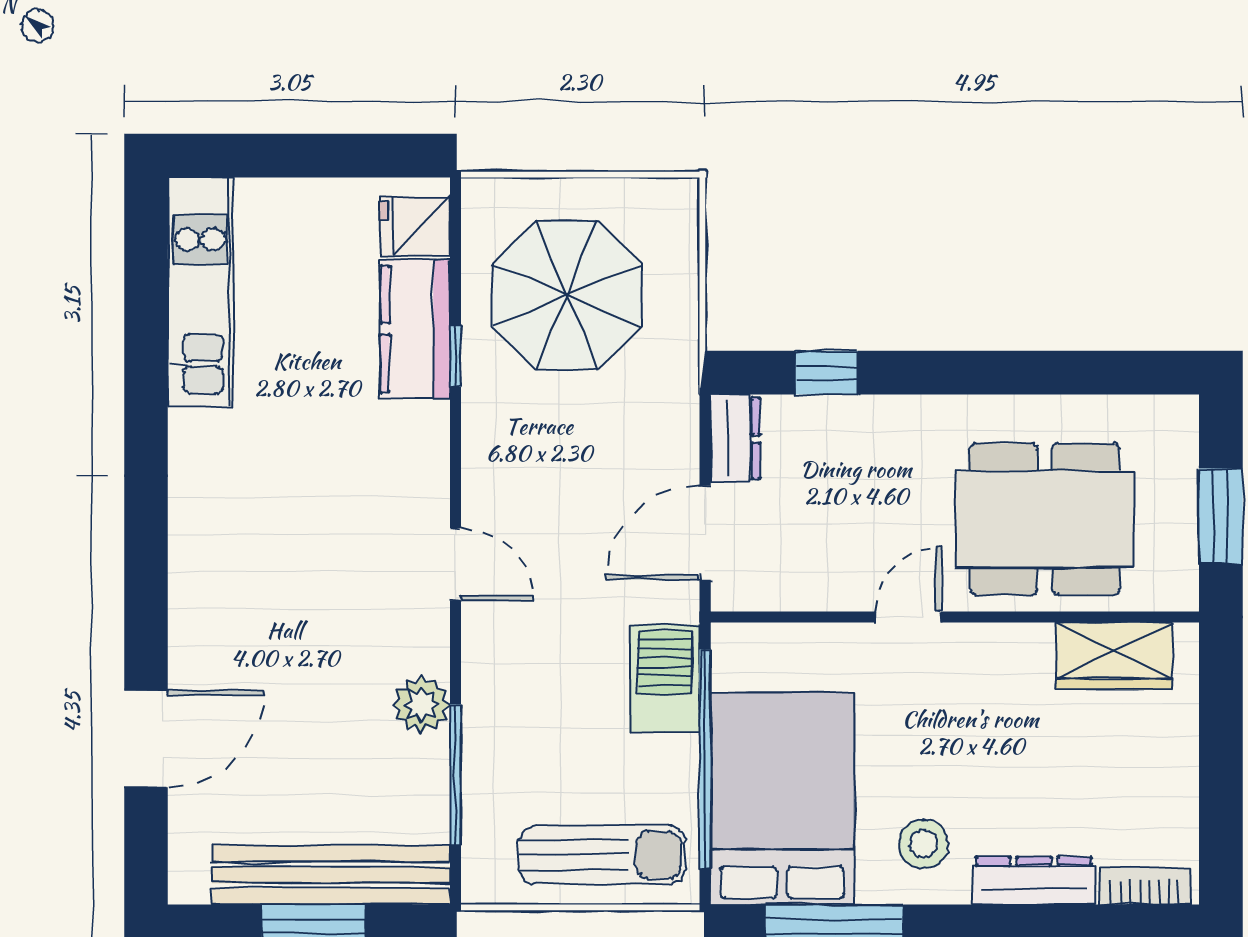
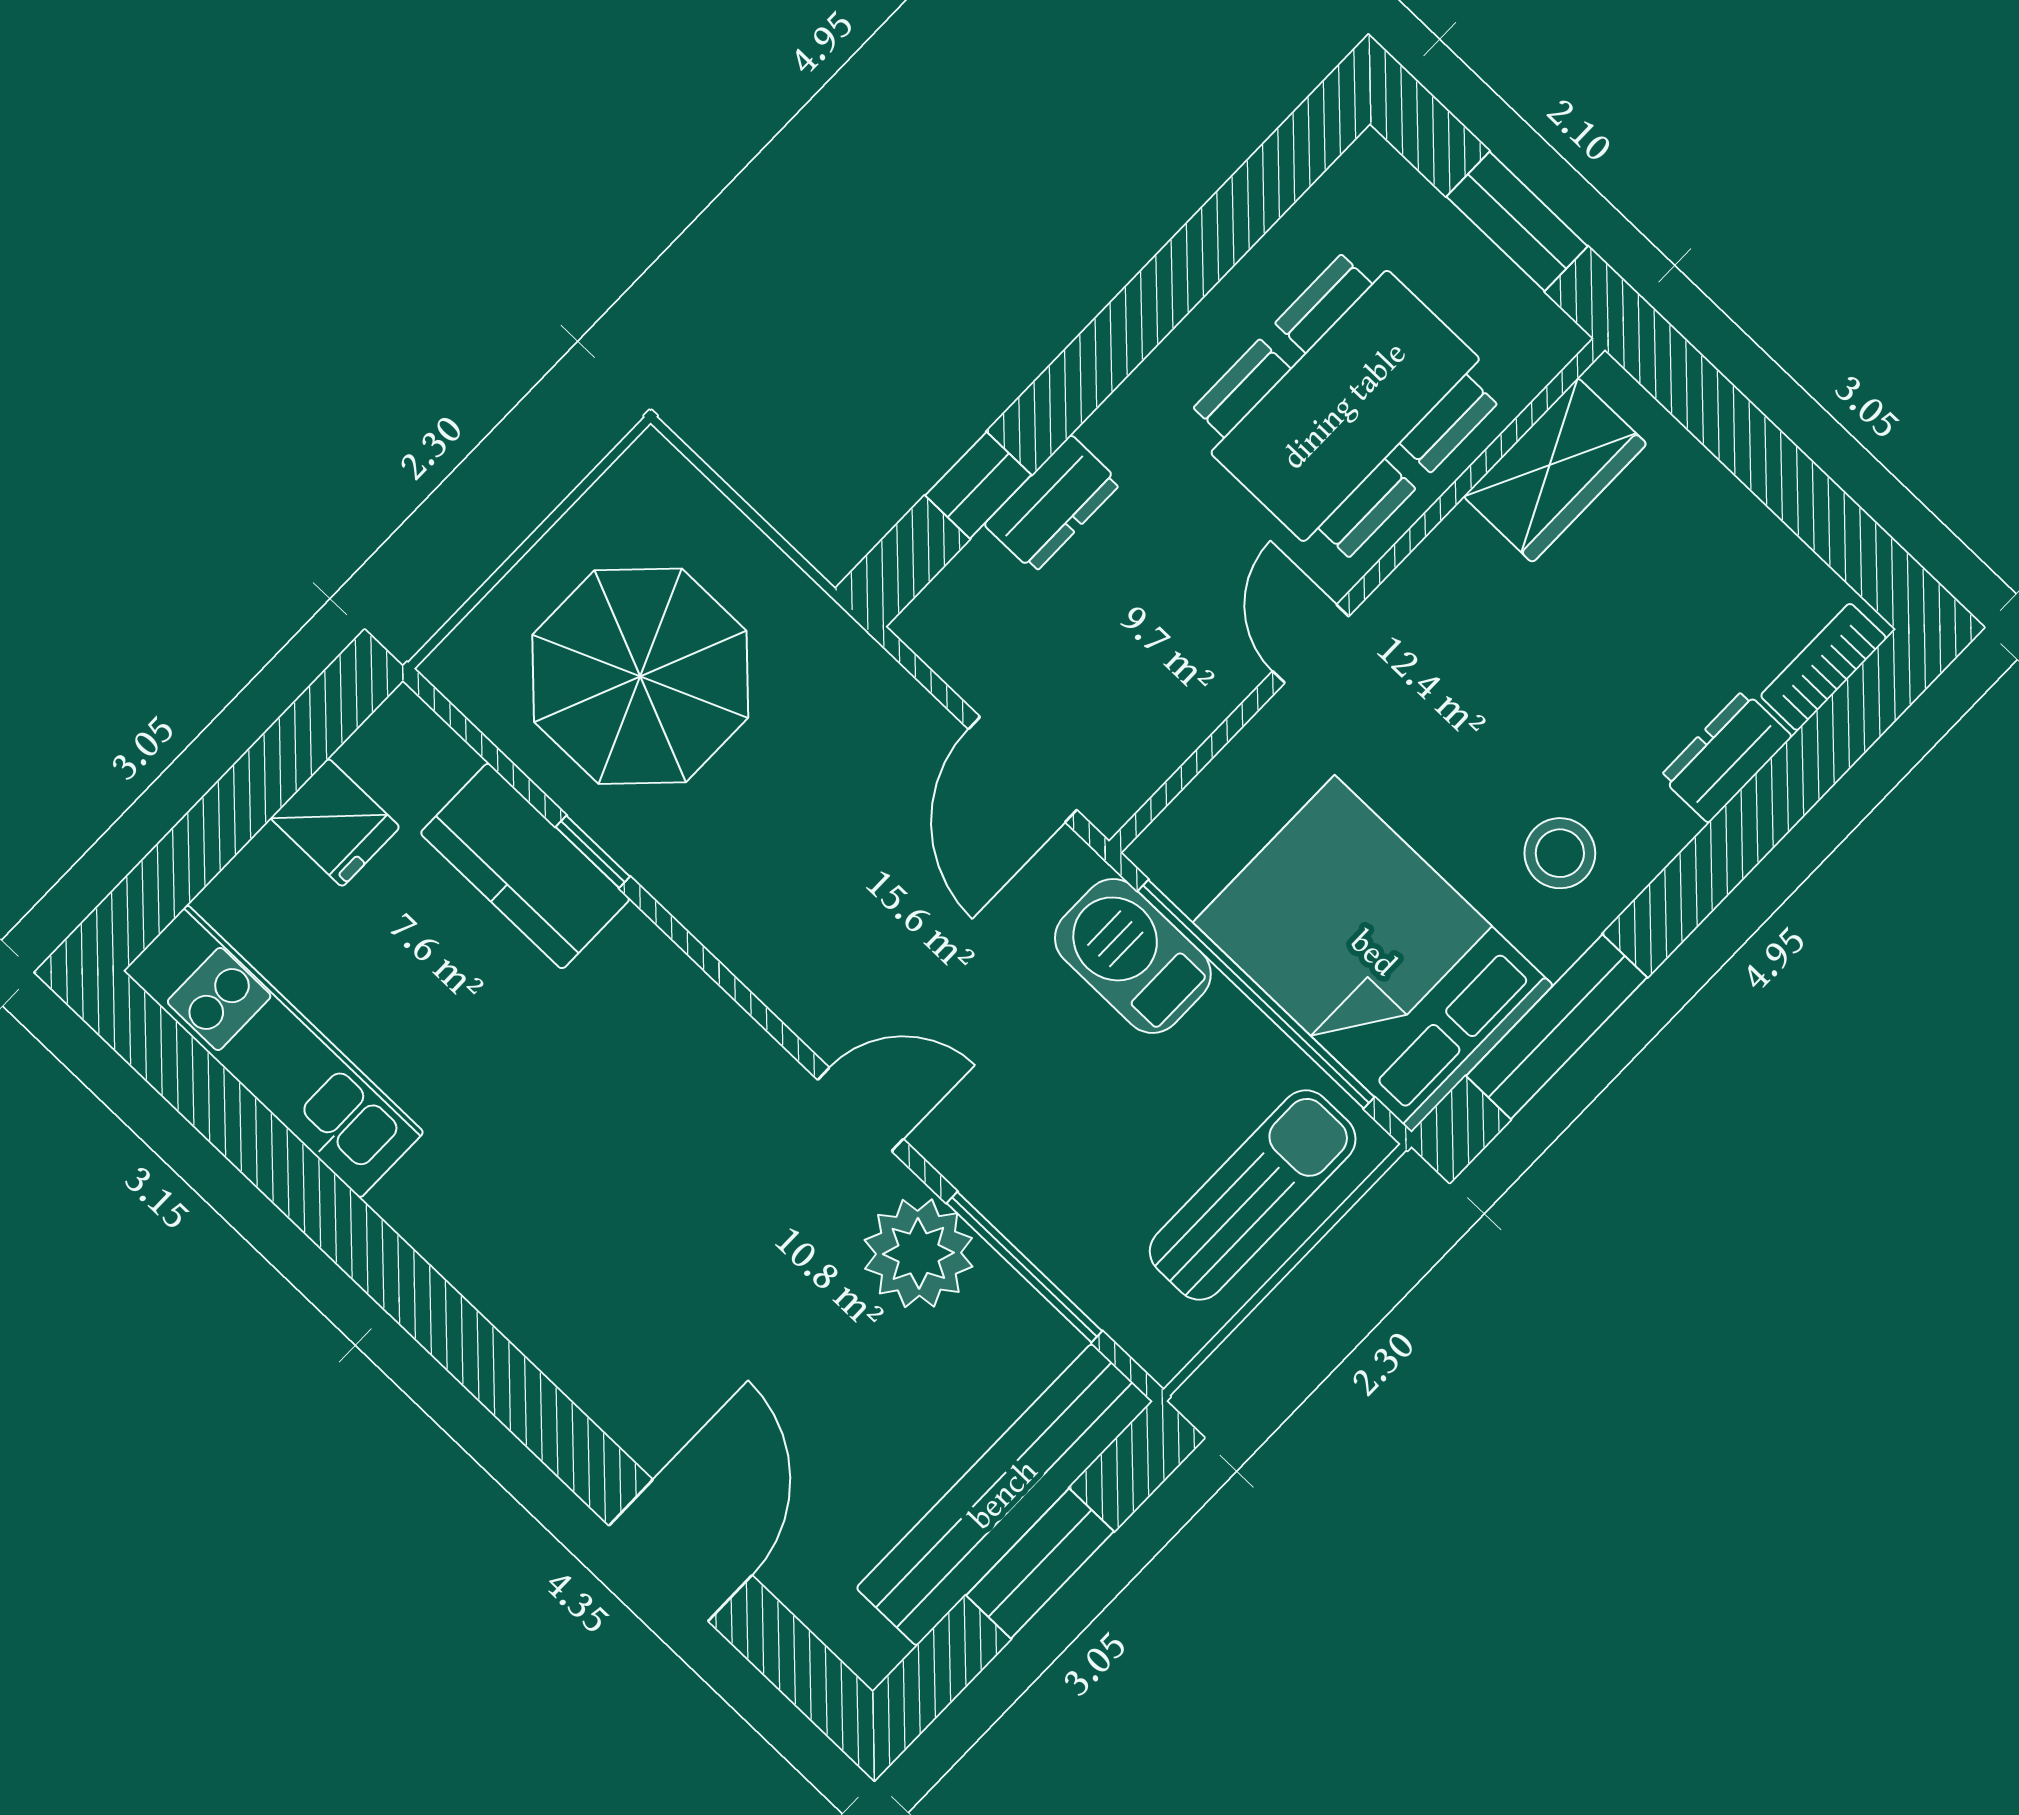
fridge: (415, 226) -> (335, 823), moved, turned -90
dresser: (735, 438) -> (1053, 504), moved, turned 90
door: (455, 564) -> (861, 1109), moved
plant: (421, 704) -> (918, 1253), width x1.36, depth x1.36
dresser: (1034, 881) -> (1726, 756), width x0.70

